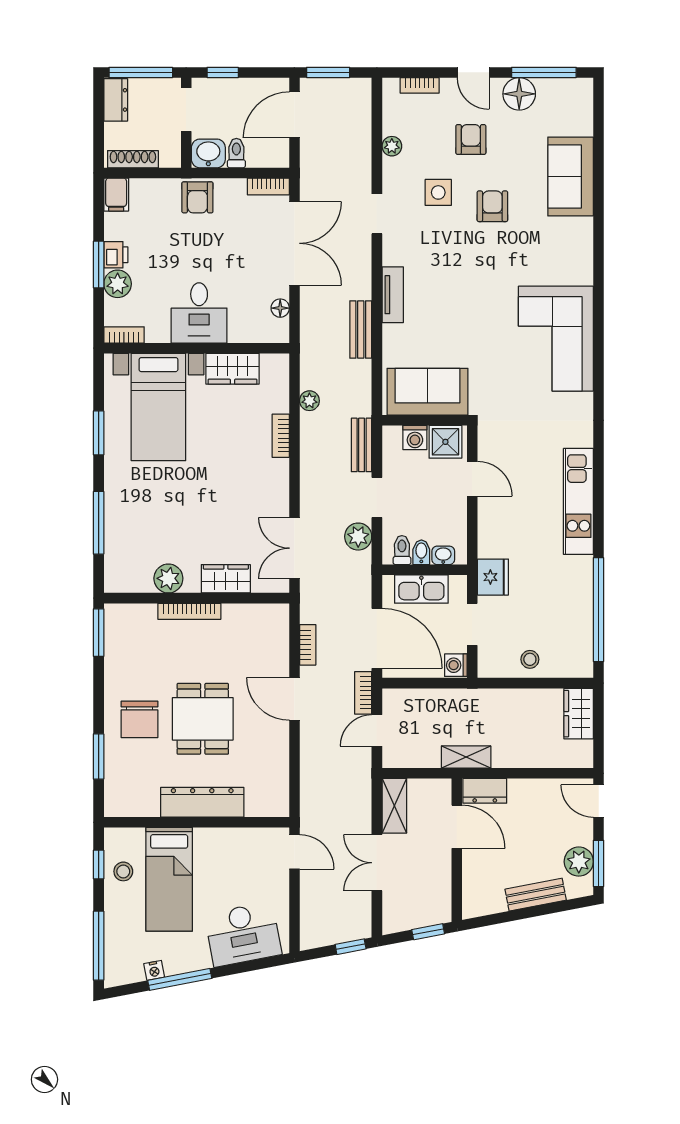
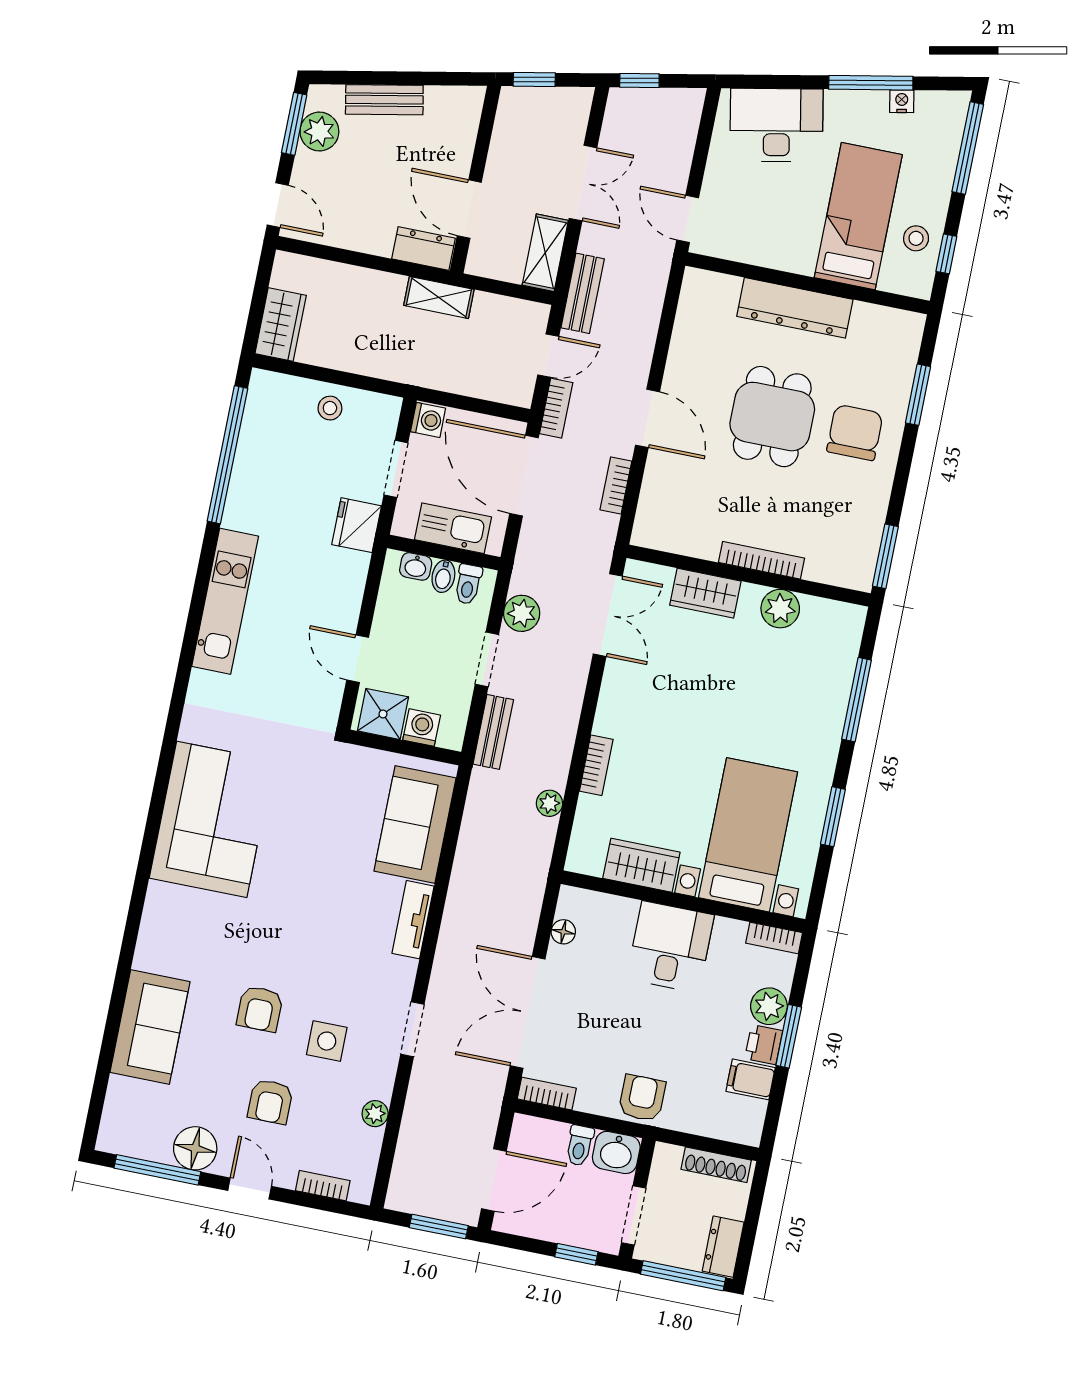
filing cabinet: (116, 195) -> (751, 1079), moved, turned -90
bench: (361, 330) -> (583, 293), moved
sofa: (427, 392) -> (415, 824), moved, turned 90

